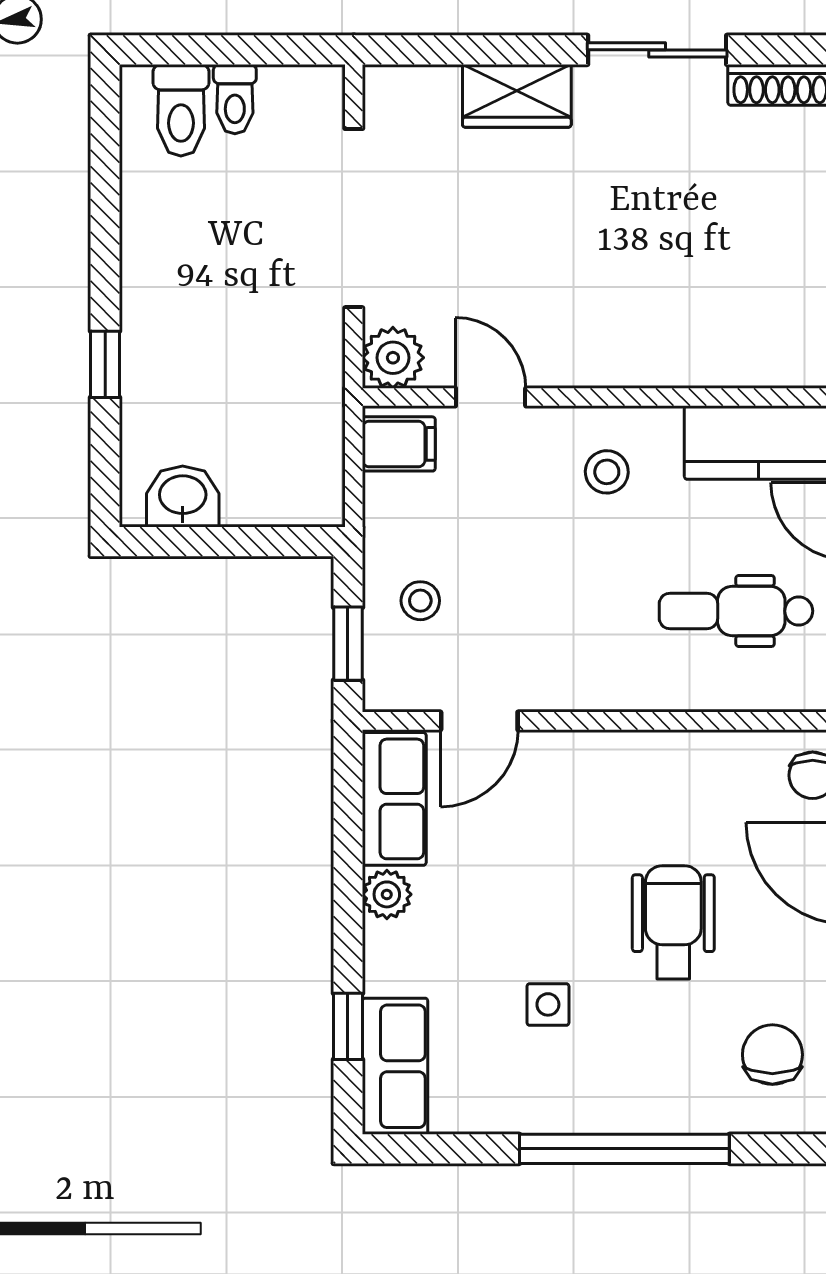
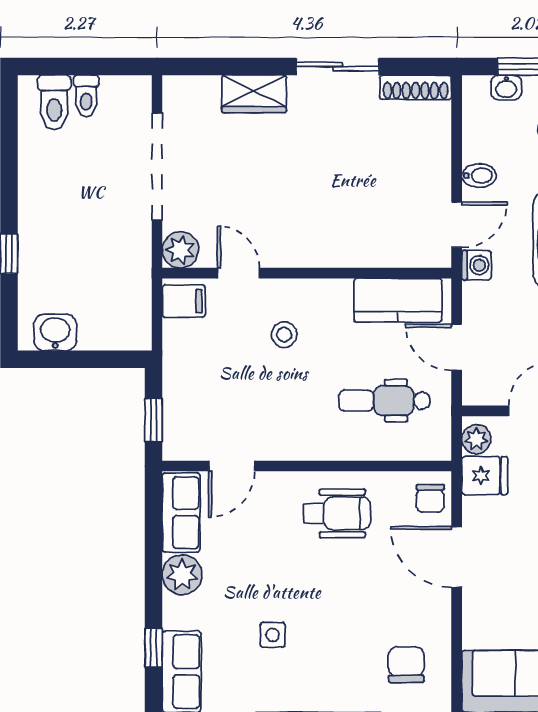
stool: (607, 472) -> (284, 335), moved
stool: (420, 601) -> (197, 394), removed
plant: (387, 894) -> (182, 575), width x1.38, depth x1.38
wheelchair: (673, 922) -> (337, 513), moved, turned 90

